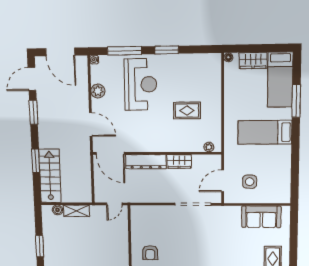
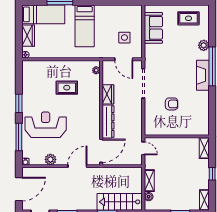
rug: (187, 111) -> (67, 88), turned 90
armchair: (150, 253) -> (172, 104), moved

